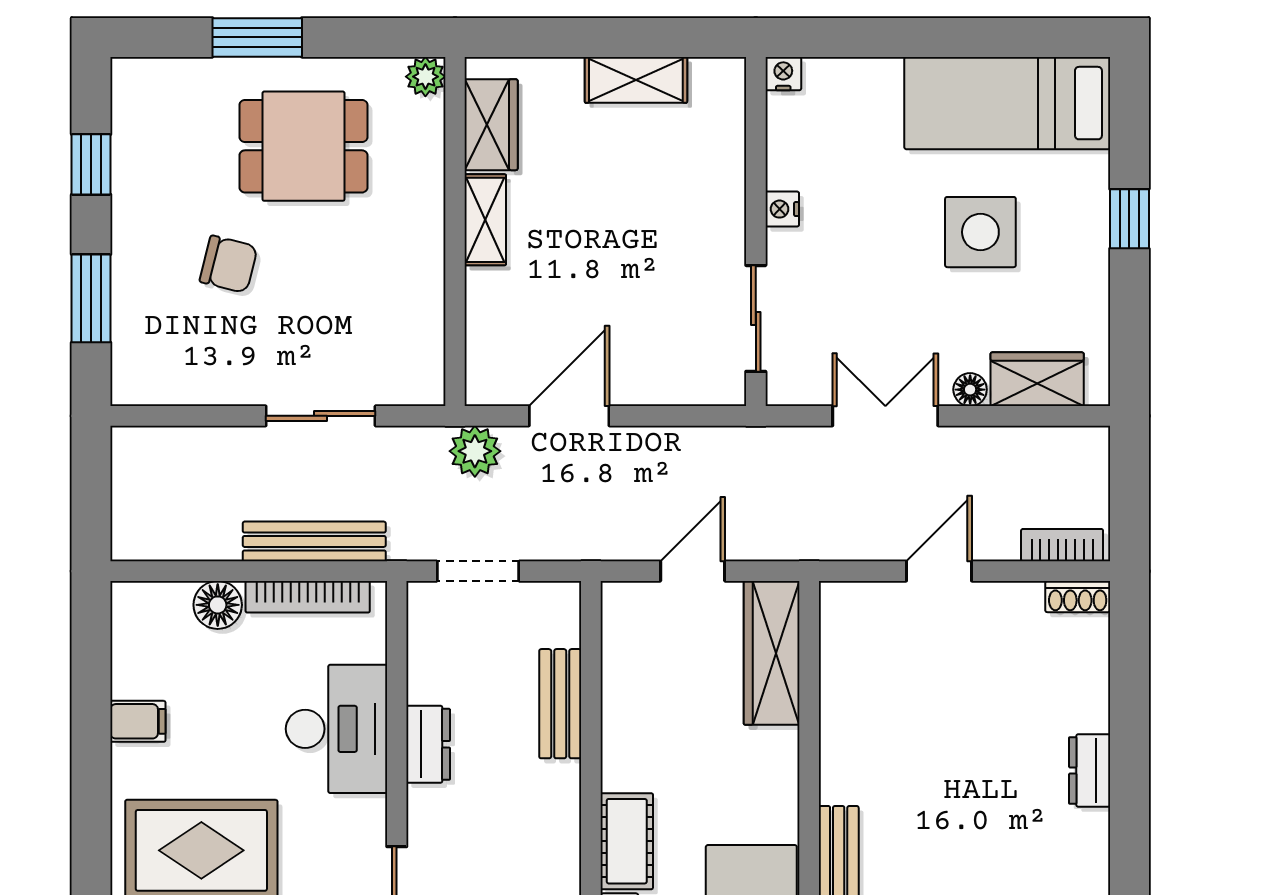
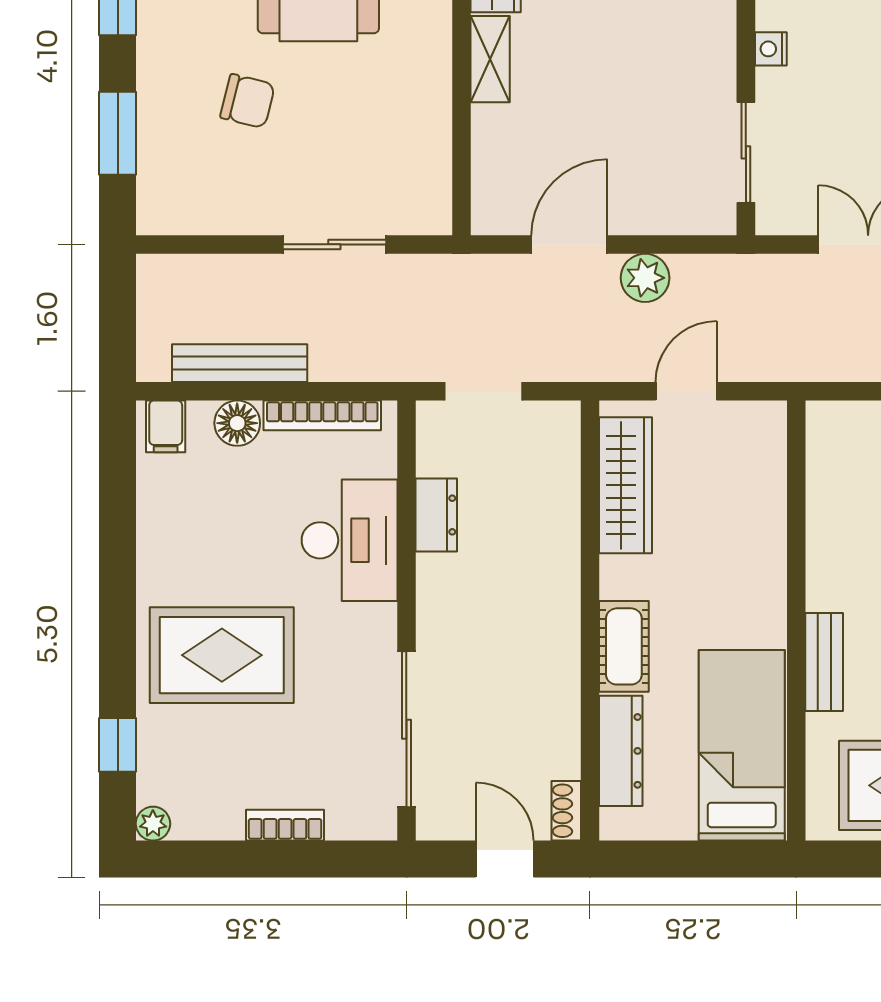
plant: (475, 451) -> (645, 278), moved
bench: (314, 541) -> (240, 363), moved
wardrobe: (772, 653) -> (625, 485), moved, turned 180
bench: (560, 704) -> (561, 517), removed
filing cabinet: (138, 721) -> (166, 426), moved, turned 90
dresser: (428, 744) -> (436, 515), moved

